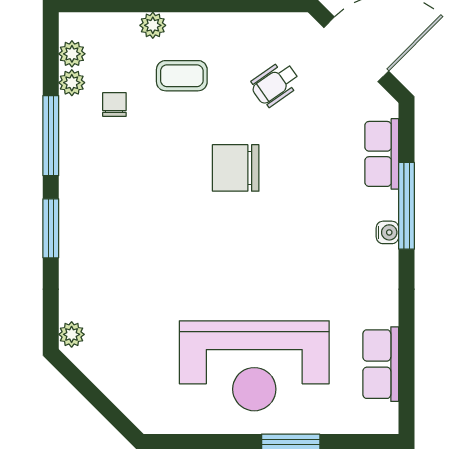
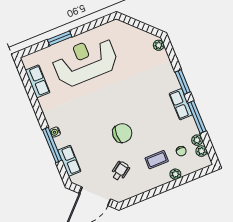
chair: (114, 104) -> (181, 151), moved
row of seats: (76, 180) -> (181, 104), added

